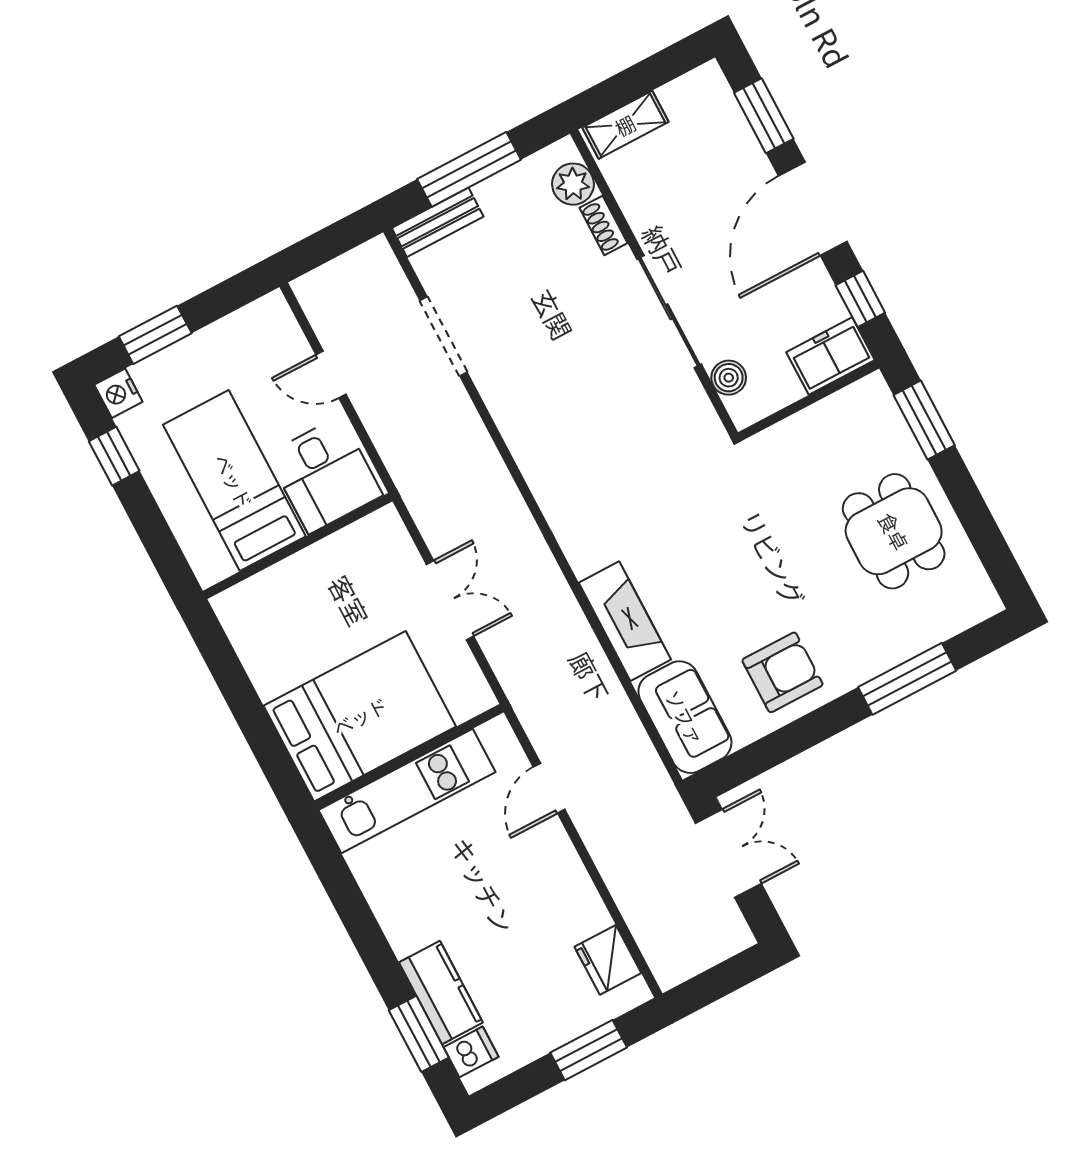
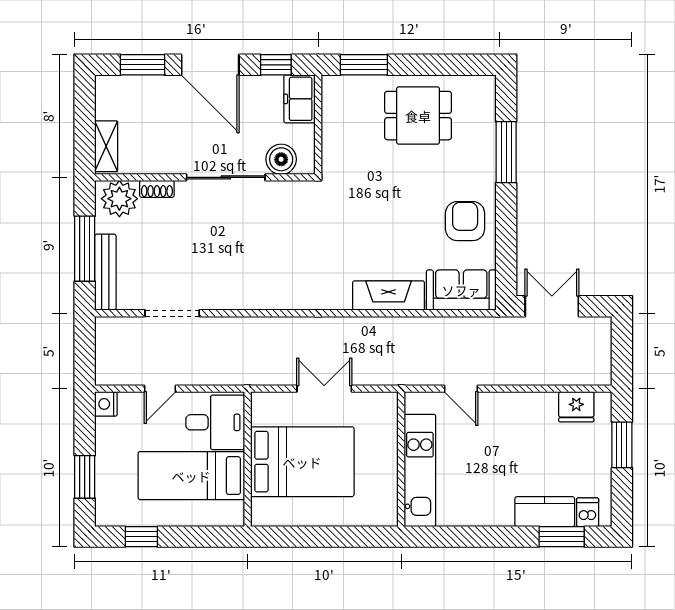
plant: (573, 184) -> (119, 199), width x1.36, depth x1.36
bench: (438, 222) -> (105, 272), width x1.36
boiler: (729, 378) -> (281, 159), width x1.36, depth x1.36
nightstand: (118, 393) -> (106, 404), moved, turned 90
bed: (360, 716) -> (302, 462), moved, turned 90

